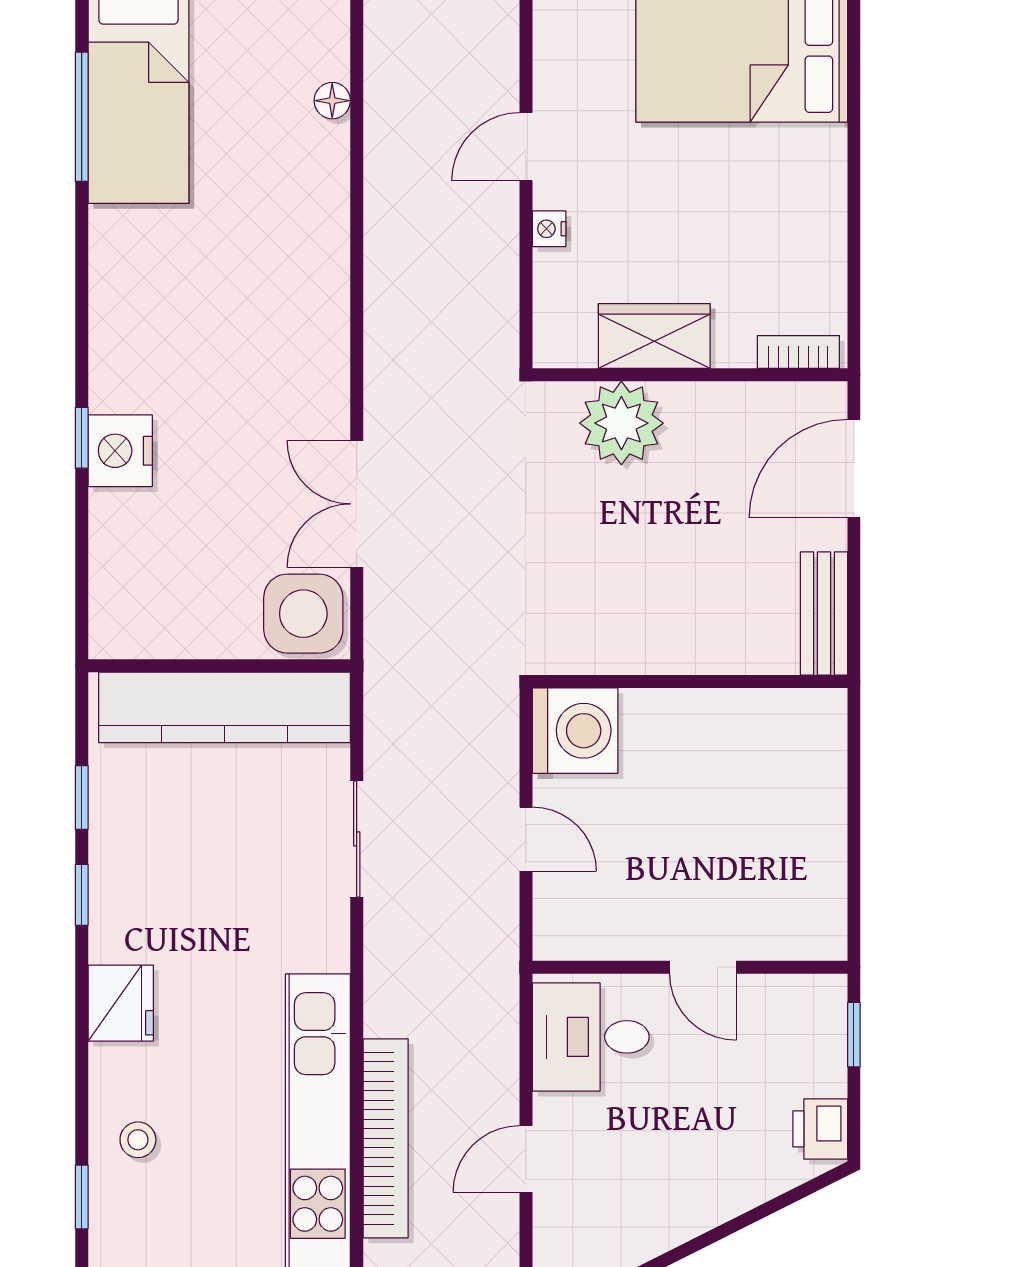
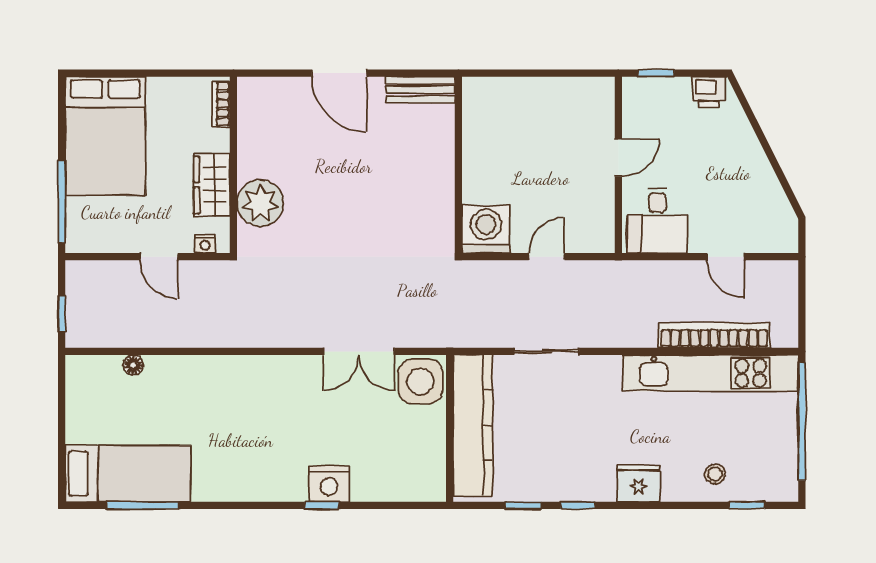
wardrobe: (654, 336) -> (212, 185), moved
bookcase: (798, 352) -> (221, 104), moved
wall: (690, 375) -> (233, 165), moved
plant: (621, 423) -> (260, 203), moved

